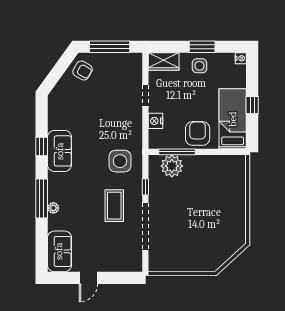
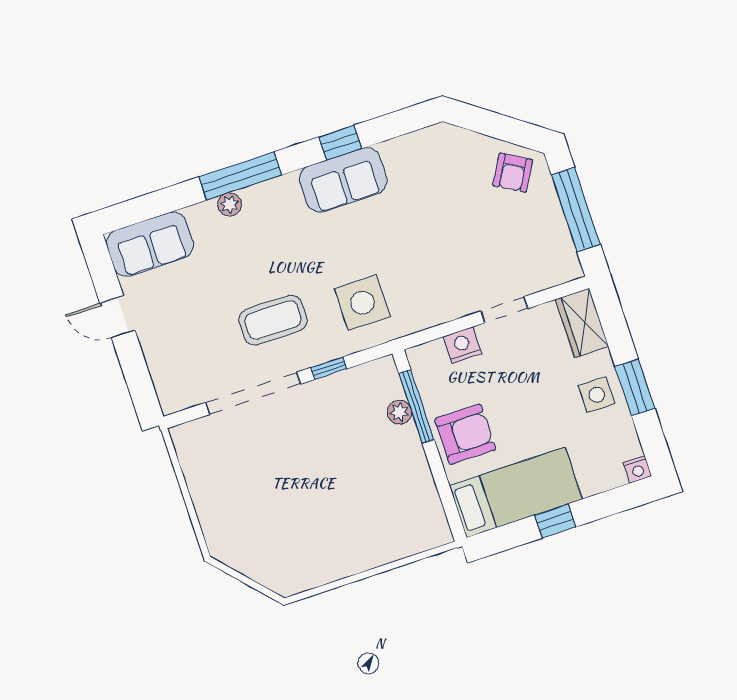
plant: (172, 166) -> (399, 412), width x0.53, depth x0.53

